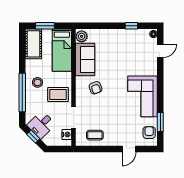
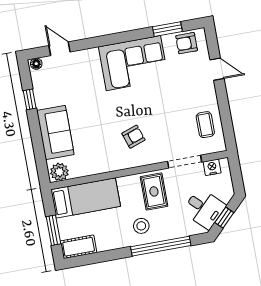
cot: (33, 44) -> (79, 247), width x0.73, depth x0.75
sofa: (85, 59) -> (55, 132), moved, turned 90

